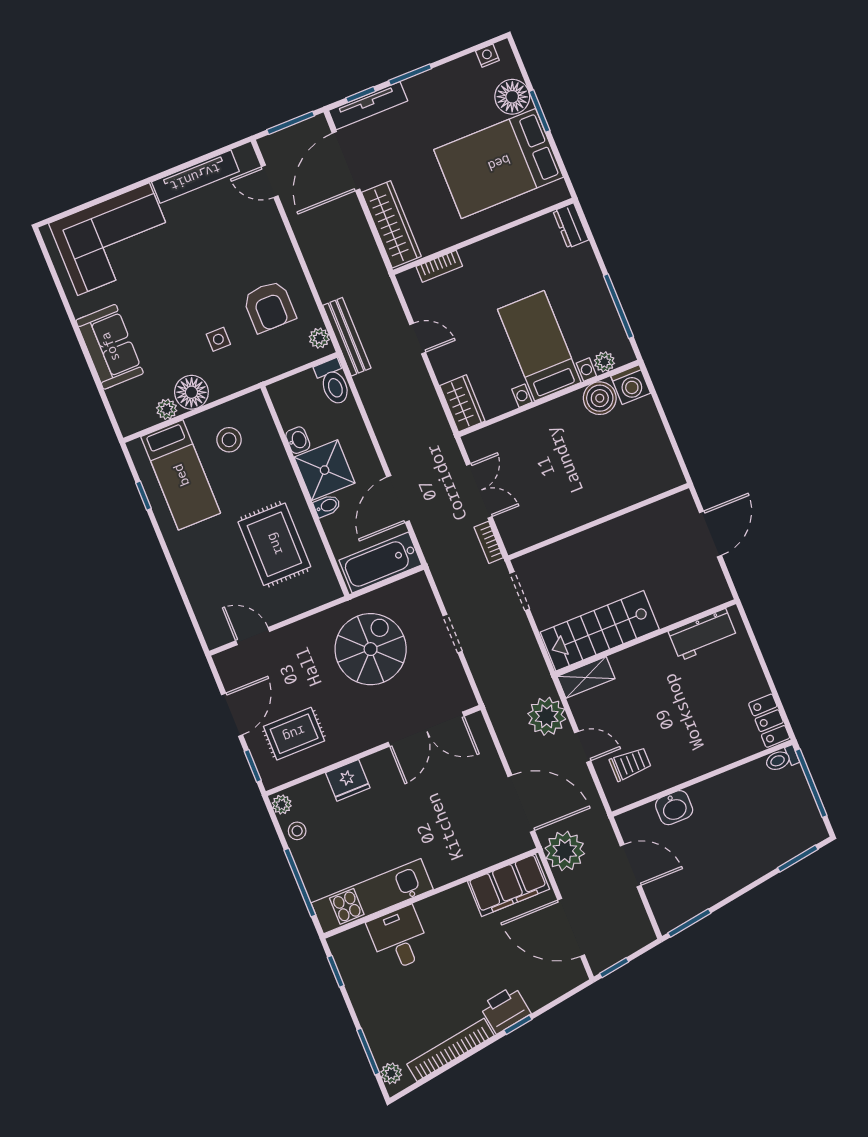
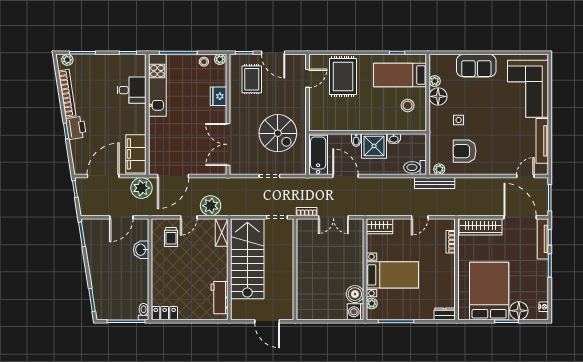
rug: (274, 544) -> (343, 76), moved, turned 90
stairs: (600, 631) -> (247, 259), width x1.36, depth x1.51

